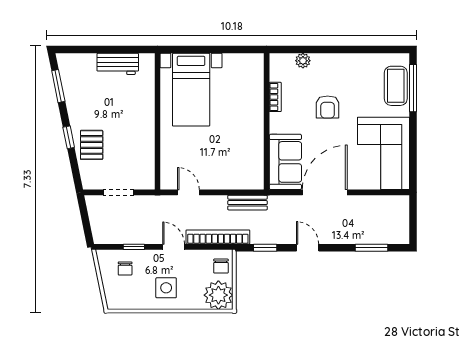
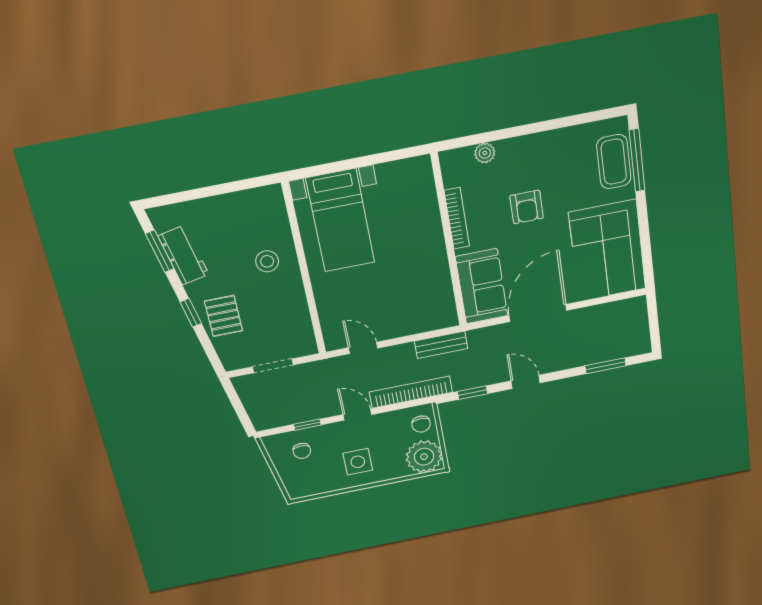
workbench: (118, 64) -> (183, 255), moved, turned -101
bookcase: (275, 97) -> (457, 218), width x1.56
stool: (132, 109) -> (267, 261), added

